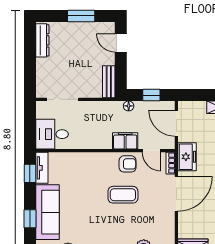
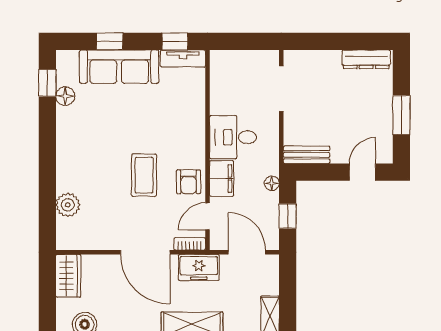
door: (176, 123) -> (247, 252), hinge flipped
desk: (52, 134) -> (233, 137), moved, turned -90

